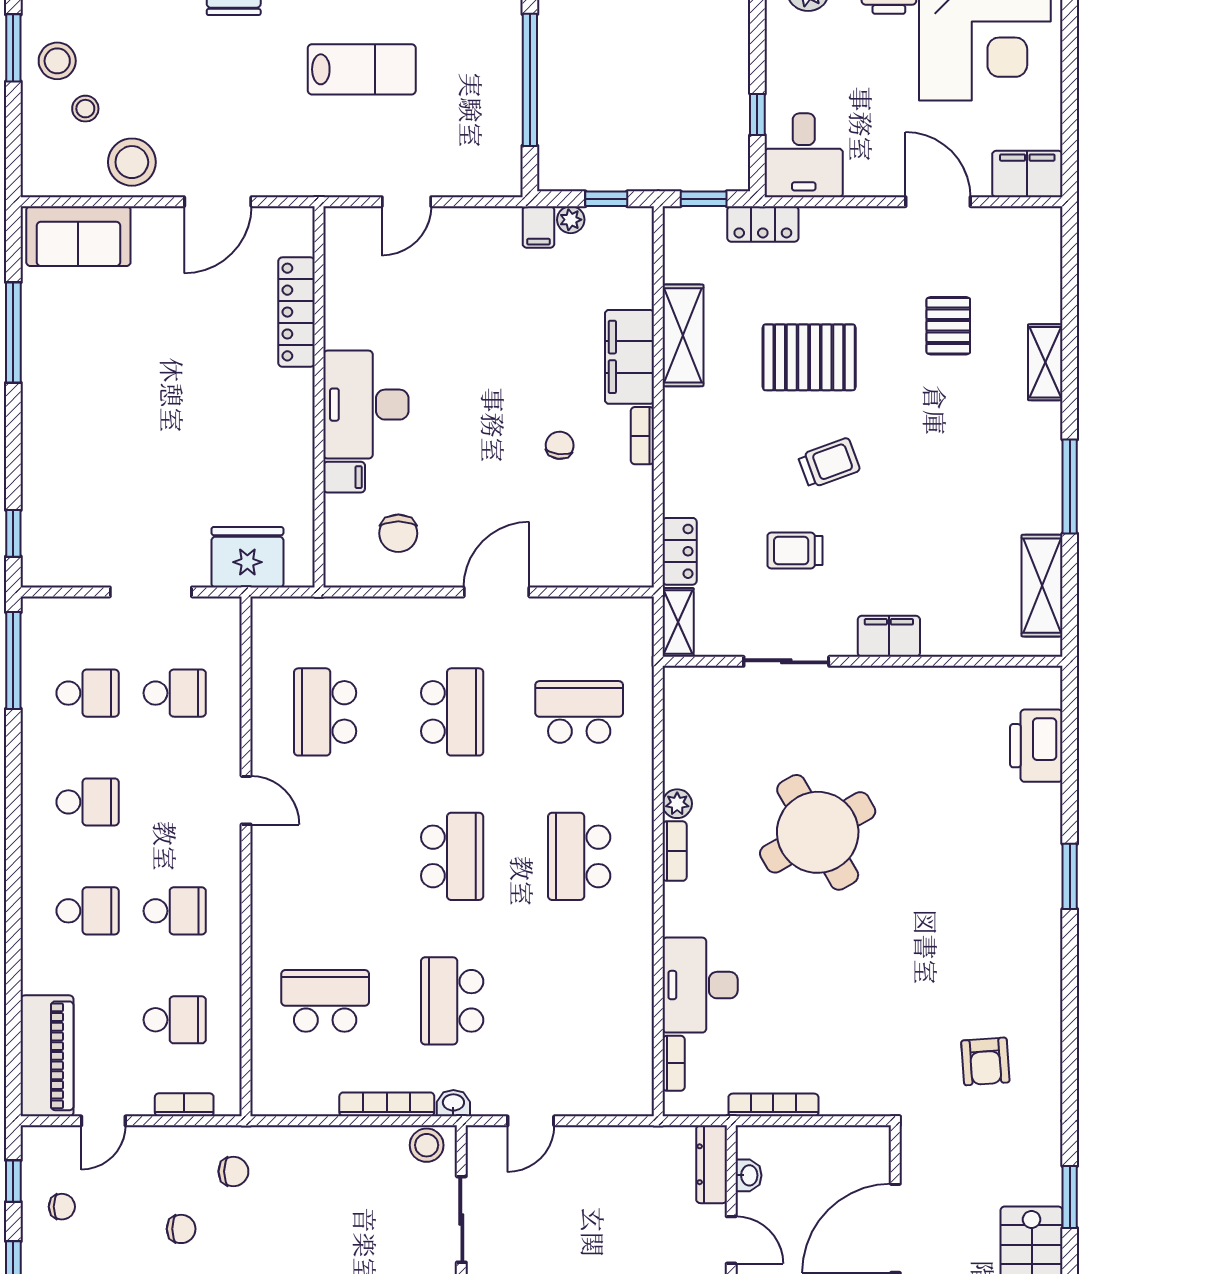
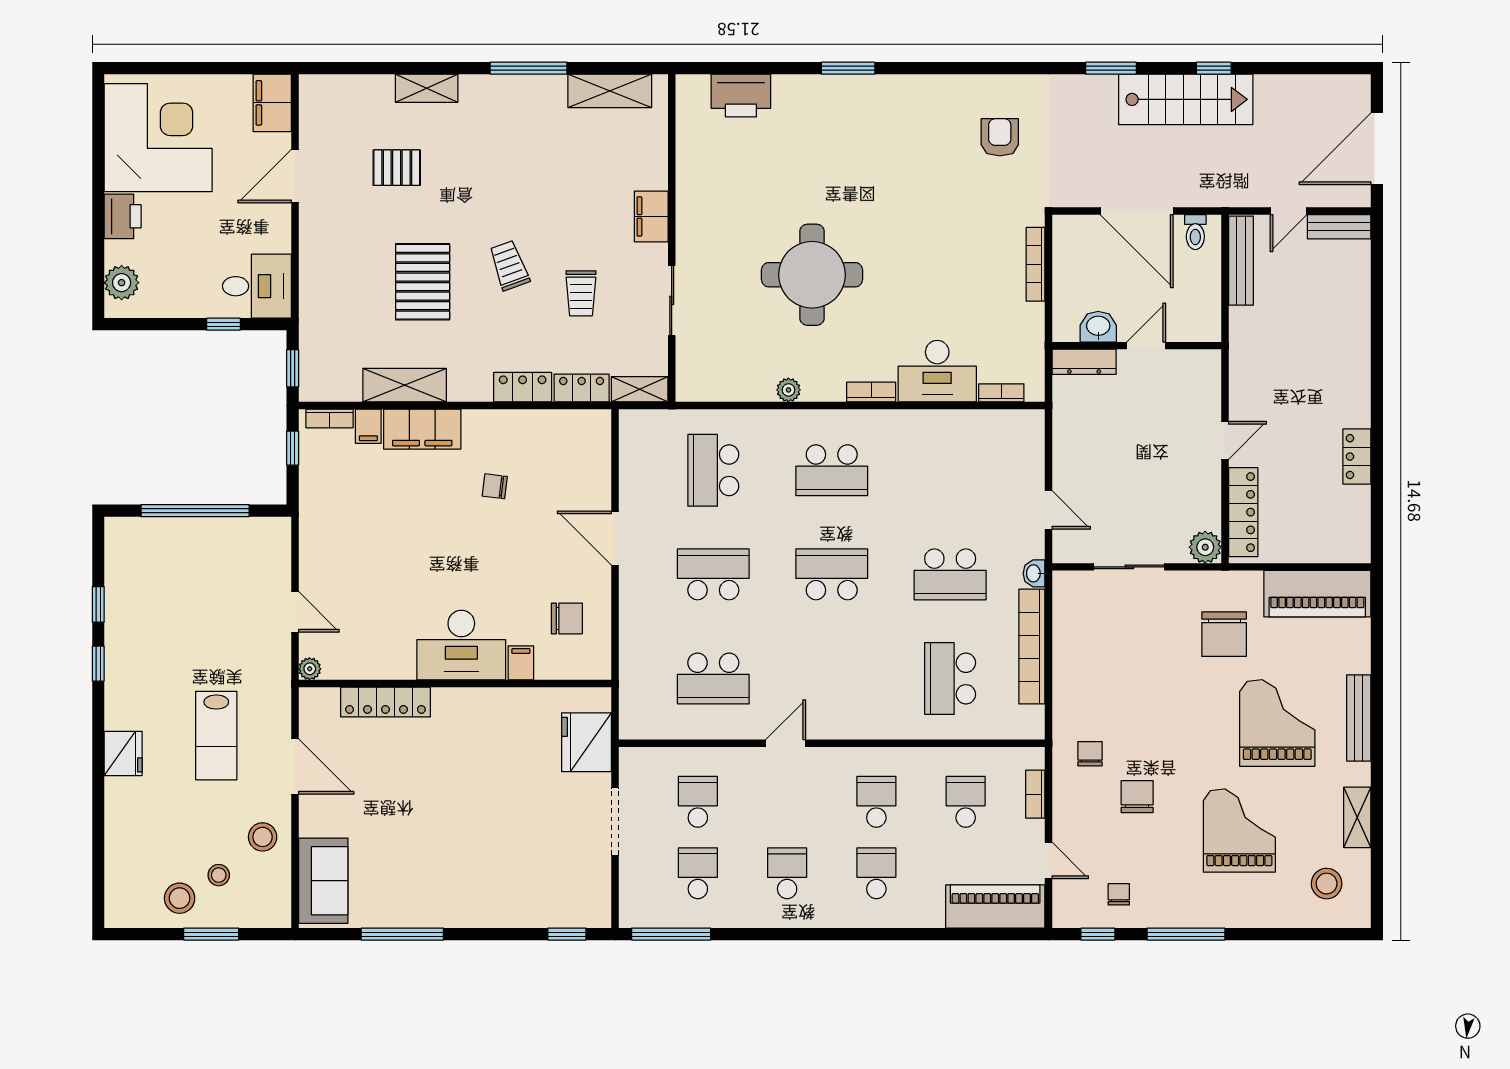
window: (13, 48) -> (211, 934), moved
lab bench: (362, 69) -> (216, 736), moved, turned 180
stool: (132, 162) -> (263, 837), width x0.73, depth x0.73
plant: (571, 220) -> (310, 669), moved
locker: (763, 224) -> (523, 387), moved, turned -90
filing cabinet: (538, 227) -> (368, 426), moved, turned 90
bookcase: (642, 436) -> (330, 418), moved
round table: (818, 832) -> (812, 275), turned 30
bookcase: (675, 851) -> (871, 392), moved
armchair: (985, 1061) -> (1000, 137), turned -86
bookcase: (387, 1104) -> (1032, 647), width x1.48, depth x1.31
bookcase: (773, 1105) -> (1035, 264), moved
stool: (427, 1145) -> (1068, 595), removed
washbasin: (749, 1175) -> (1098, 327), width x1.38, depth x1.45
chair: (181, 1229) -> (1137, 797), width x1.37, depth x1.37

